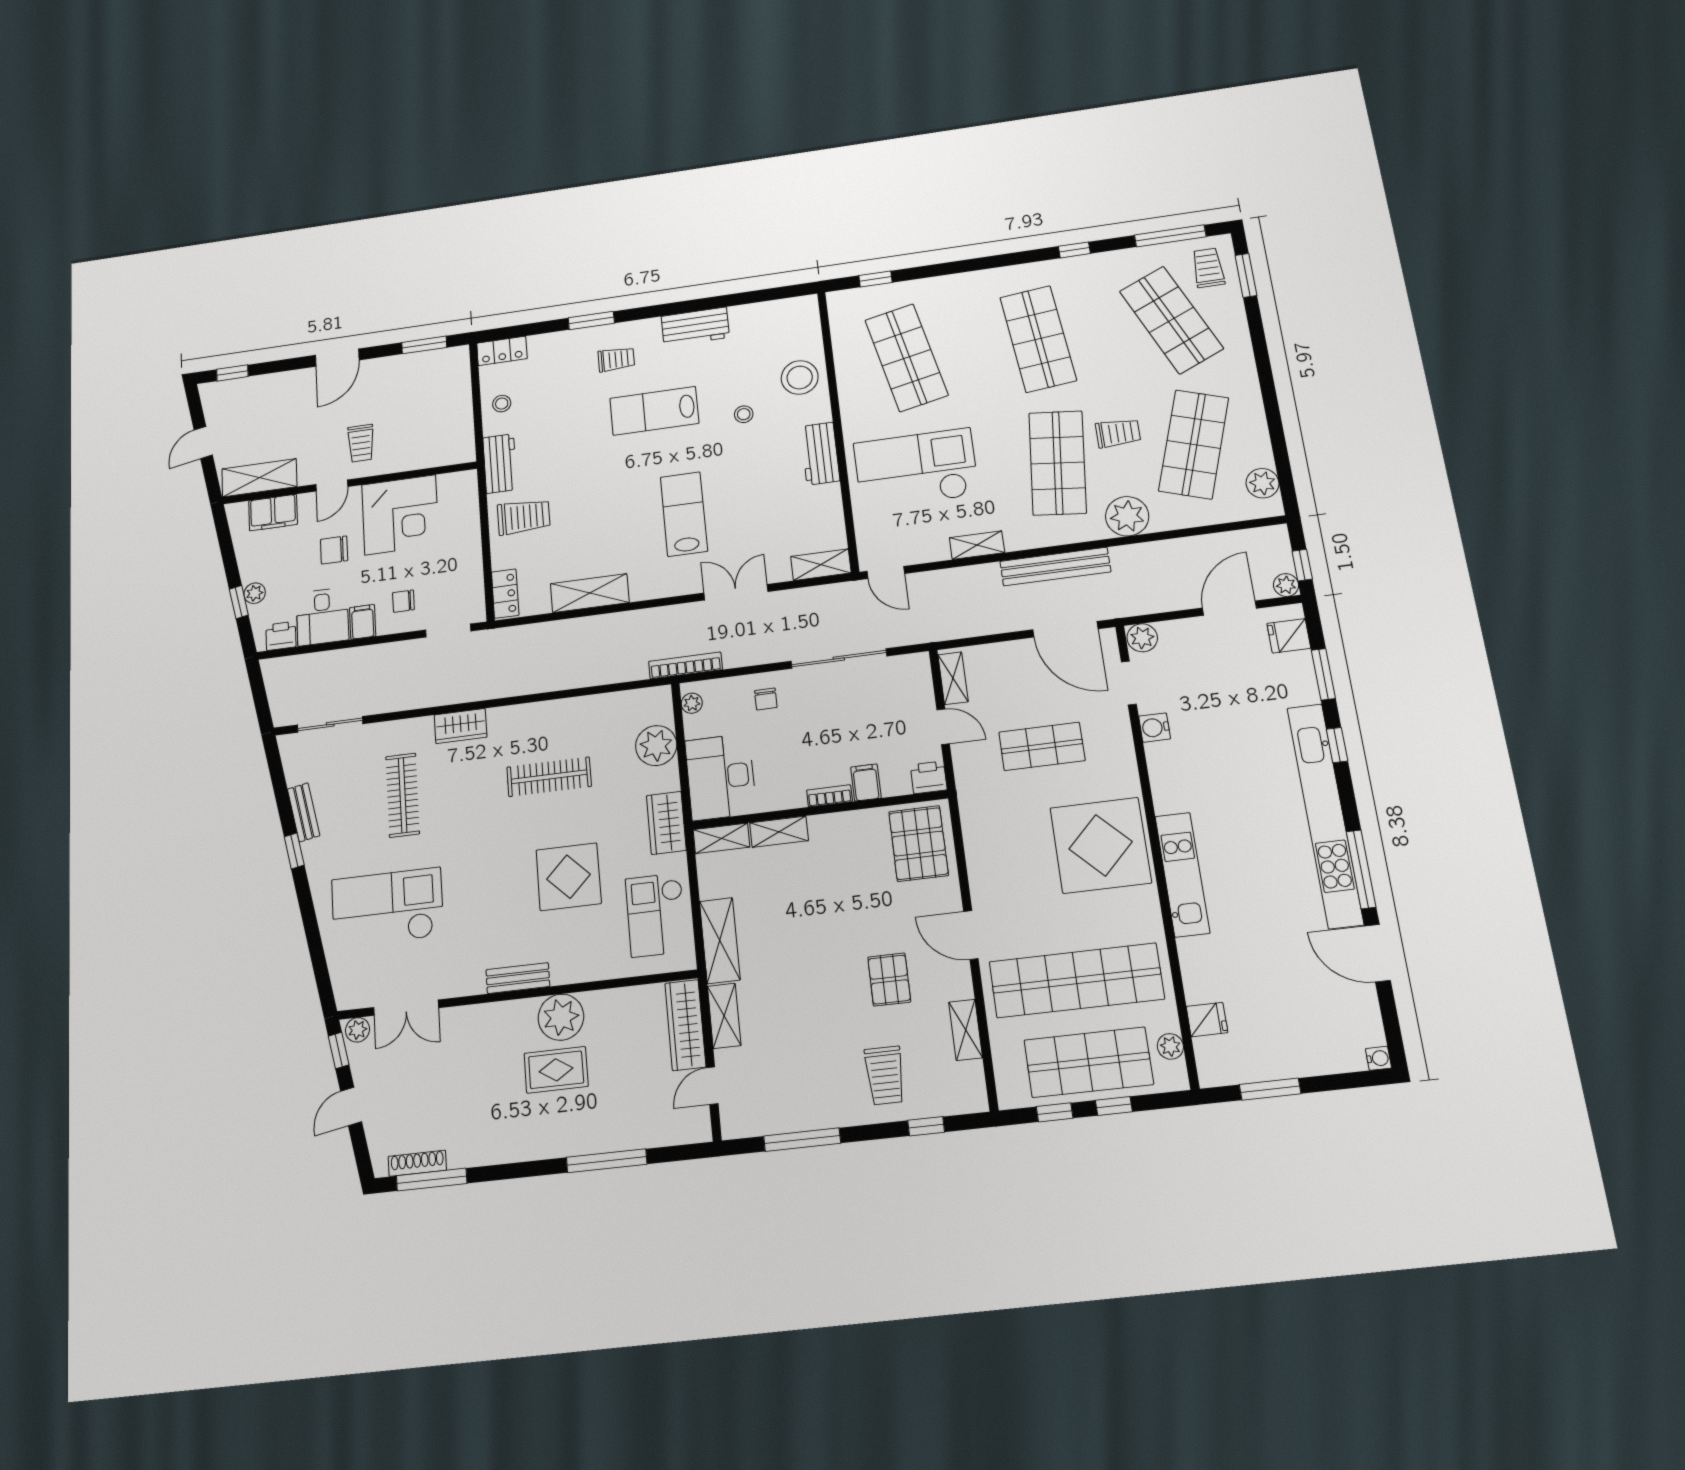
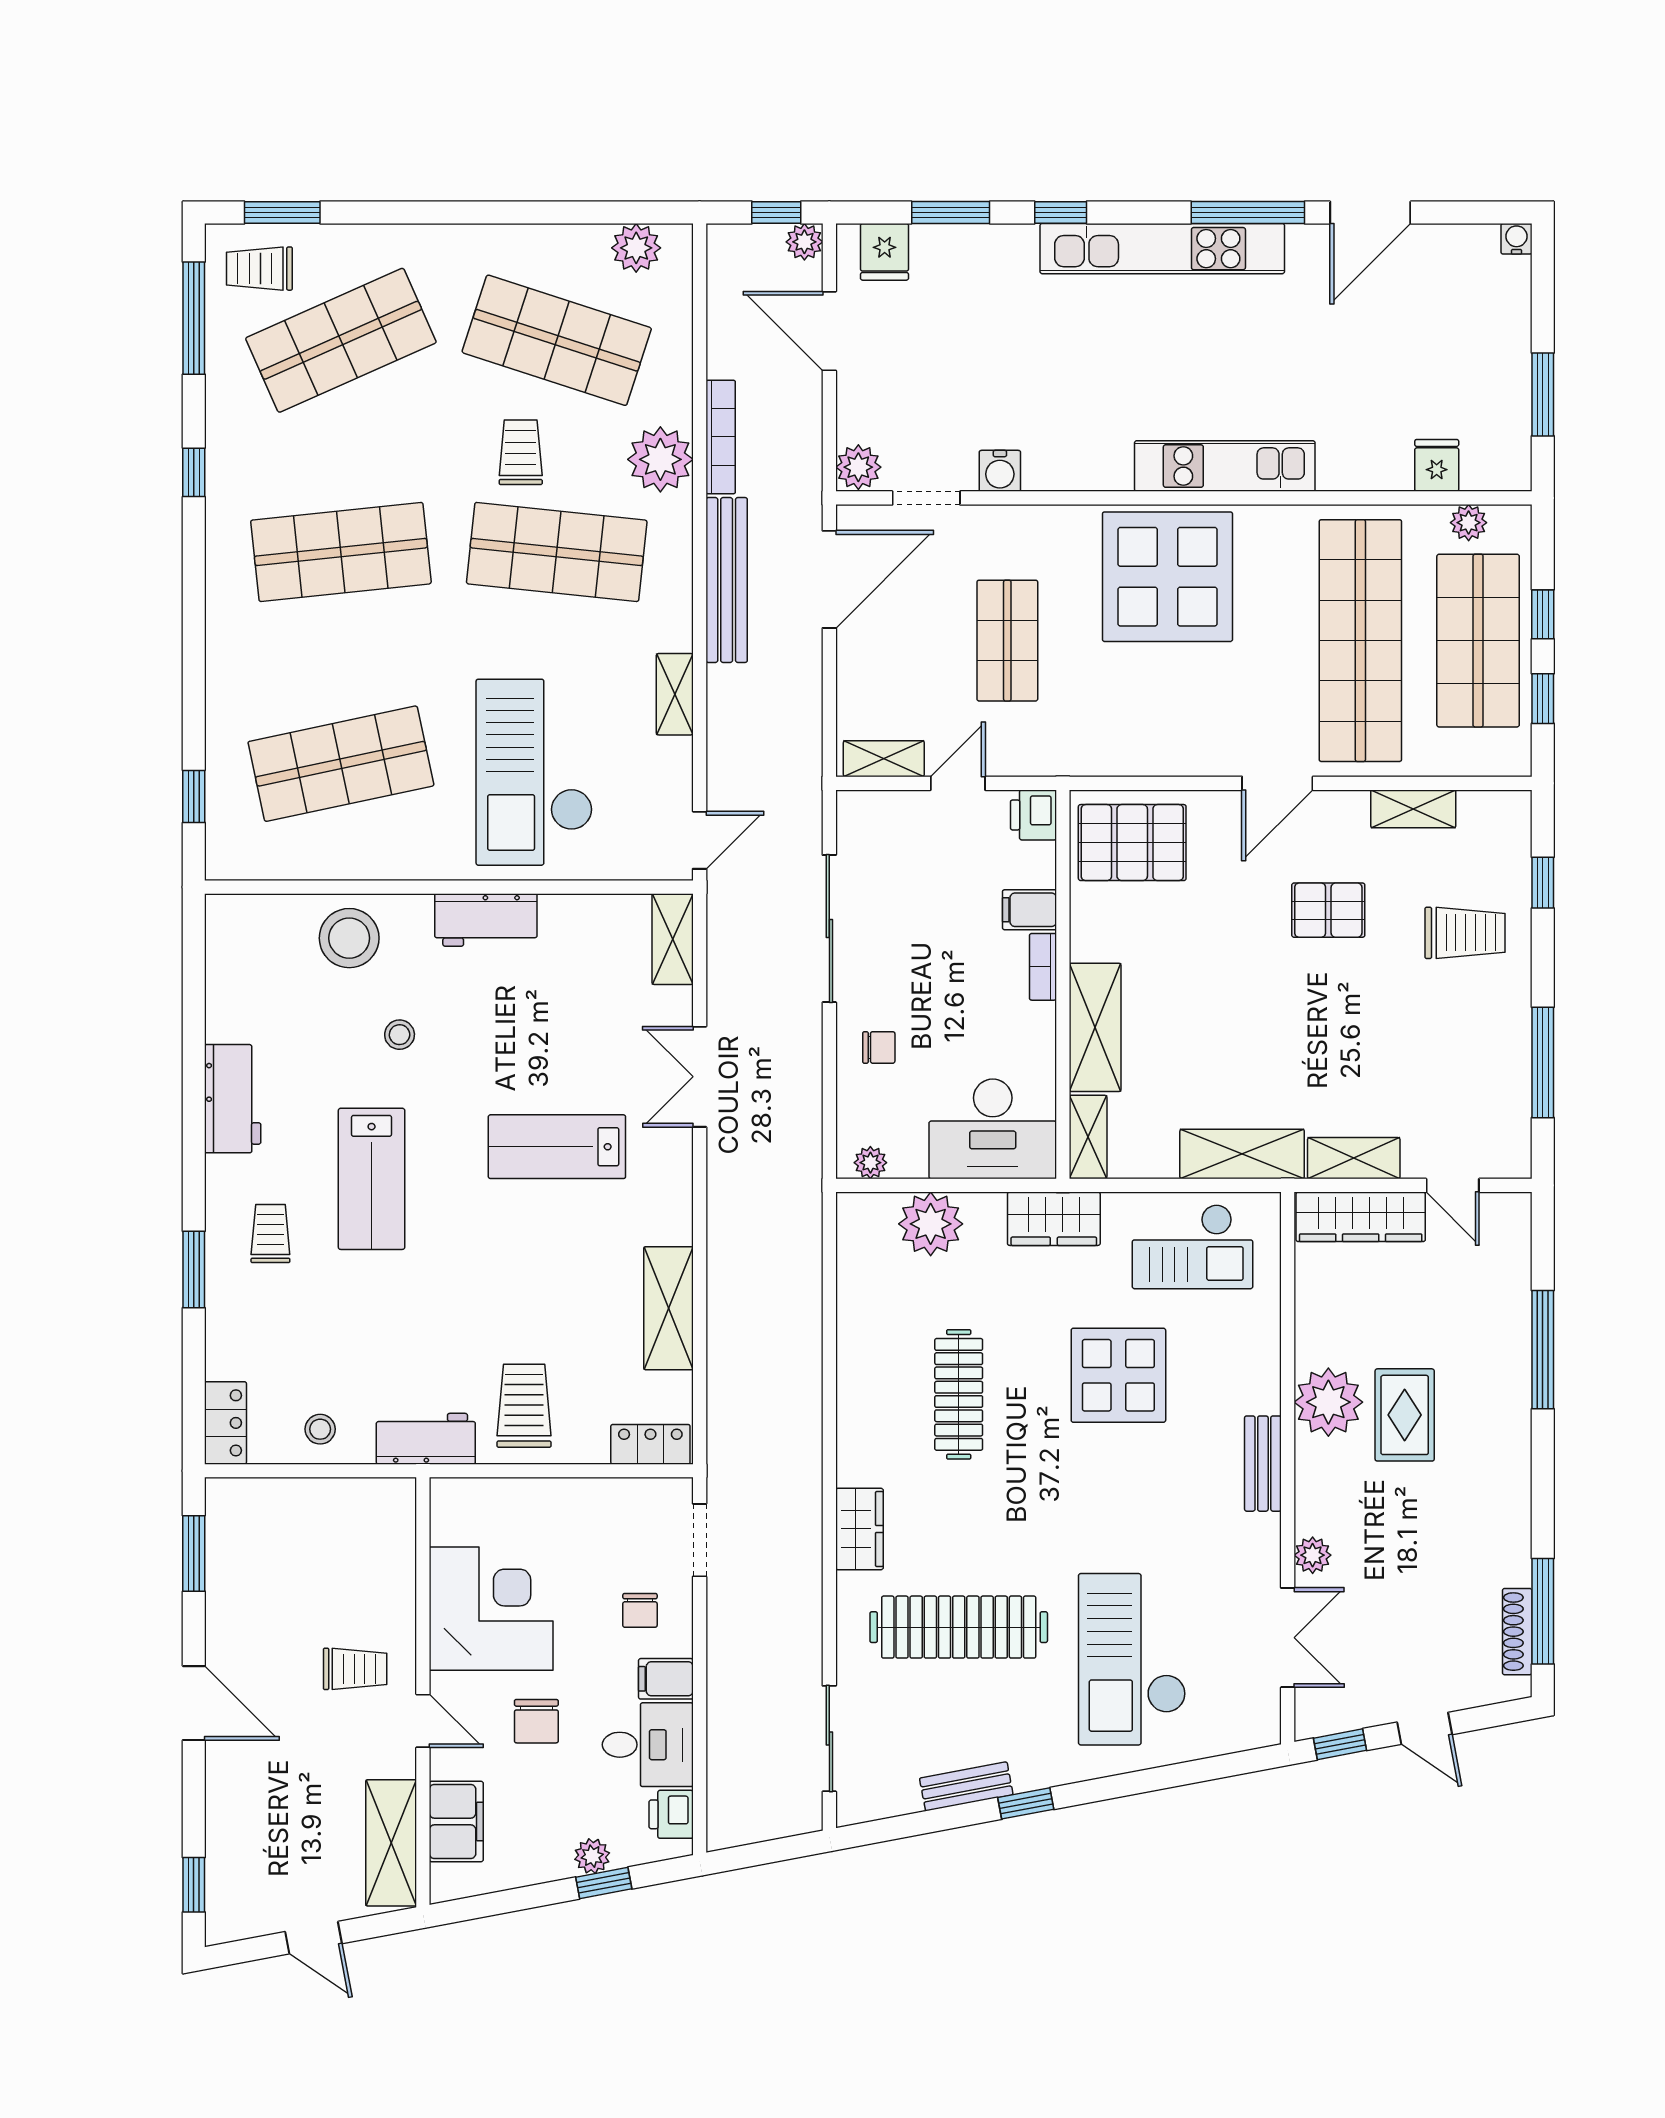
bookcase: (686, 665) -> (721, 437), moved, turned 180
clothes rail: (403, 795) -> (959, 1627), width x1.37, depth x1.31
kitchen unit: (1325, 815) -> (1162, 249), width x0.73
shelving: (779, 832) -> (1095, 1027), width x1.50, depth x1.33
plant: (358, 1030) -> (1313, 1555), moved

